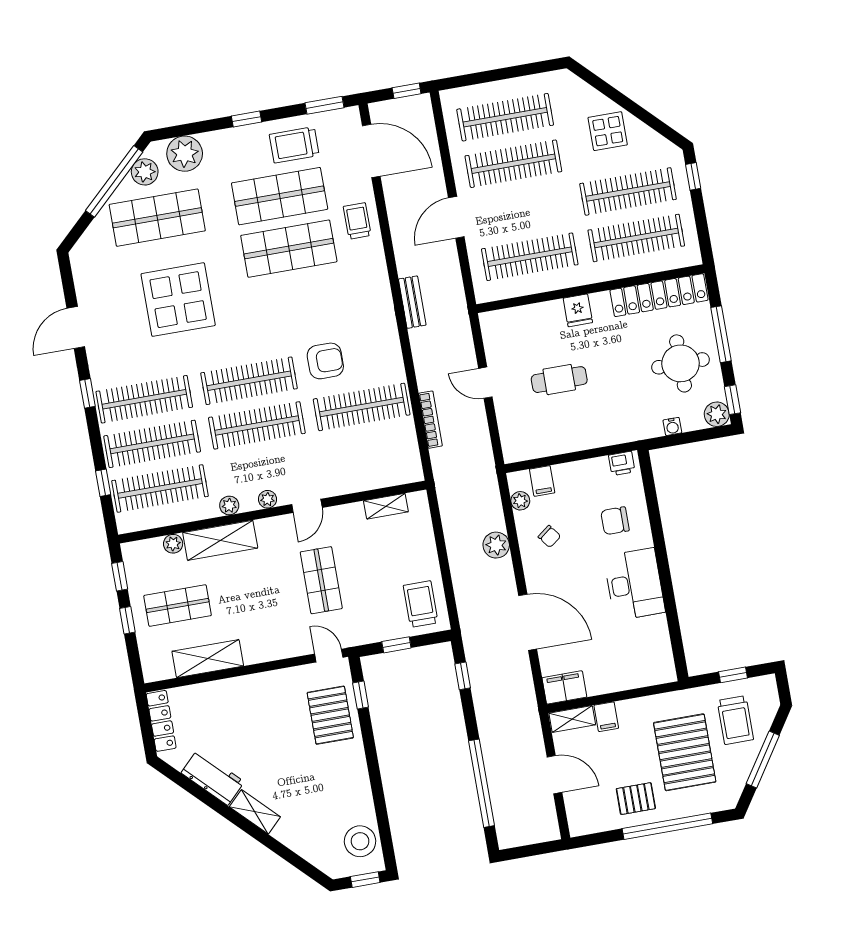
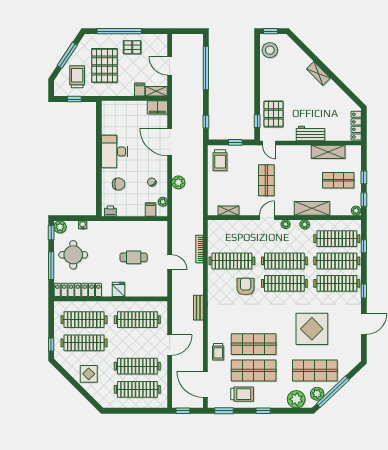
armchair: (325, 361) -> (246, 286), turned 90
plant: (173, 544) -> (356, 211), moved
workbench: (213, 777) -> (311, 133), moved, turned 135

